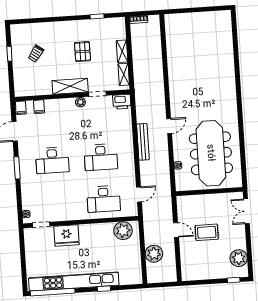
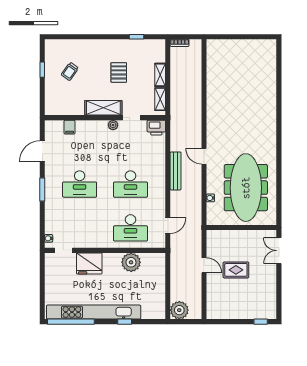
filing cabinet: (21, 108) -> (50, 127), removed
door: (169, 126) -> (204, 156), swing flipped
plant: (123, 231) -> (131, 262), moved
plant: (154, 254) -> (179, 310), moved
plant: (239, 258) -> (268, 299), removed

